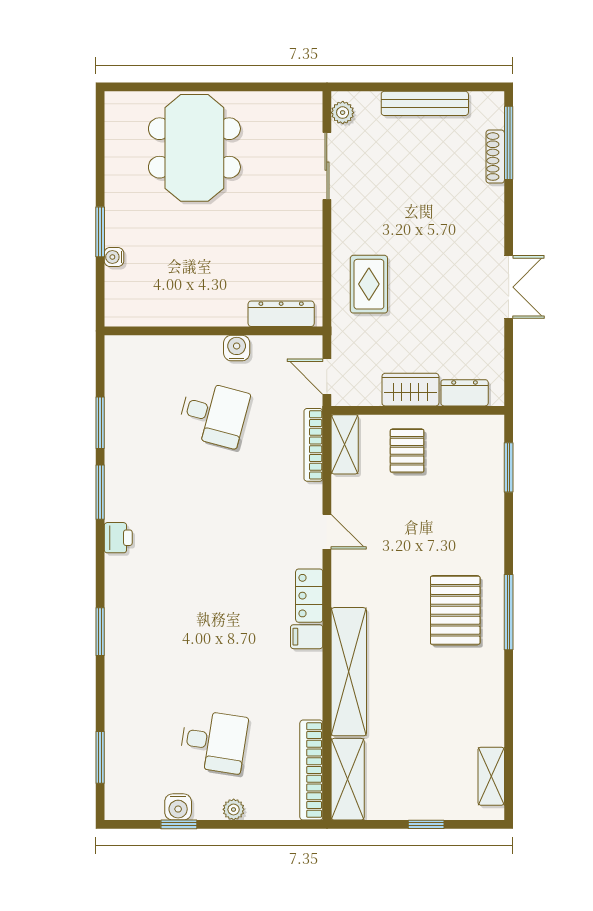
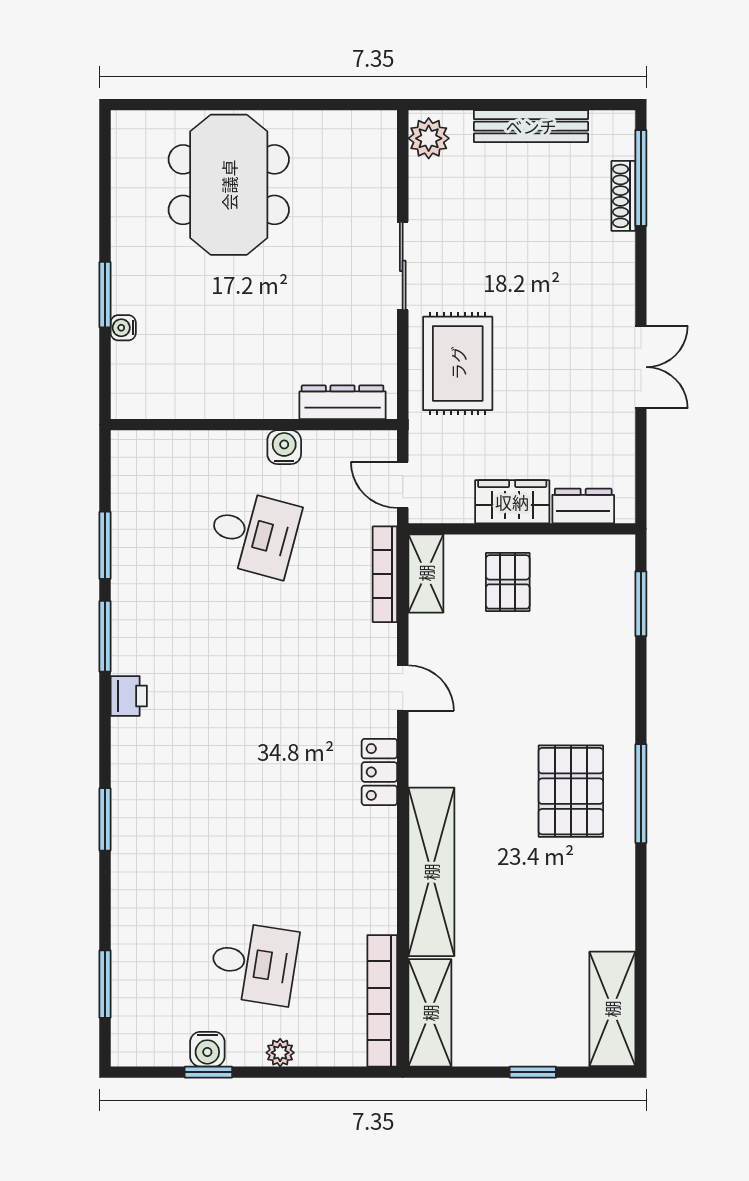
plant: (343, 113) -> (429, 138), width x1.38, depth x1.38
sliding door: (327, 166) -> (403, 266), moved
rug: (369, 284) -> (458, 363), width x1.36, depth x1.43
filing cabinet: (307, 637) -> (376, 826), removed
shelving: (491, 776) -> (612, 1009), width x1.50, depth x1.33

